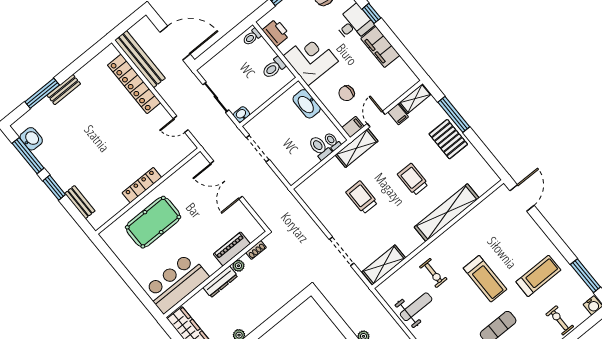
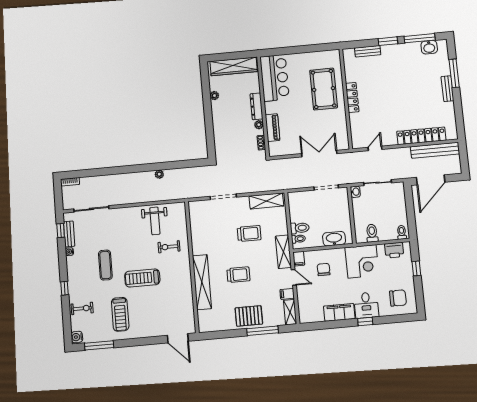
shelving: (384, 265) -> (266, 201), moved, turned 90

